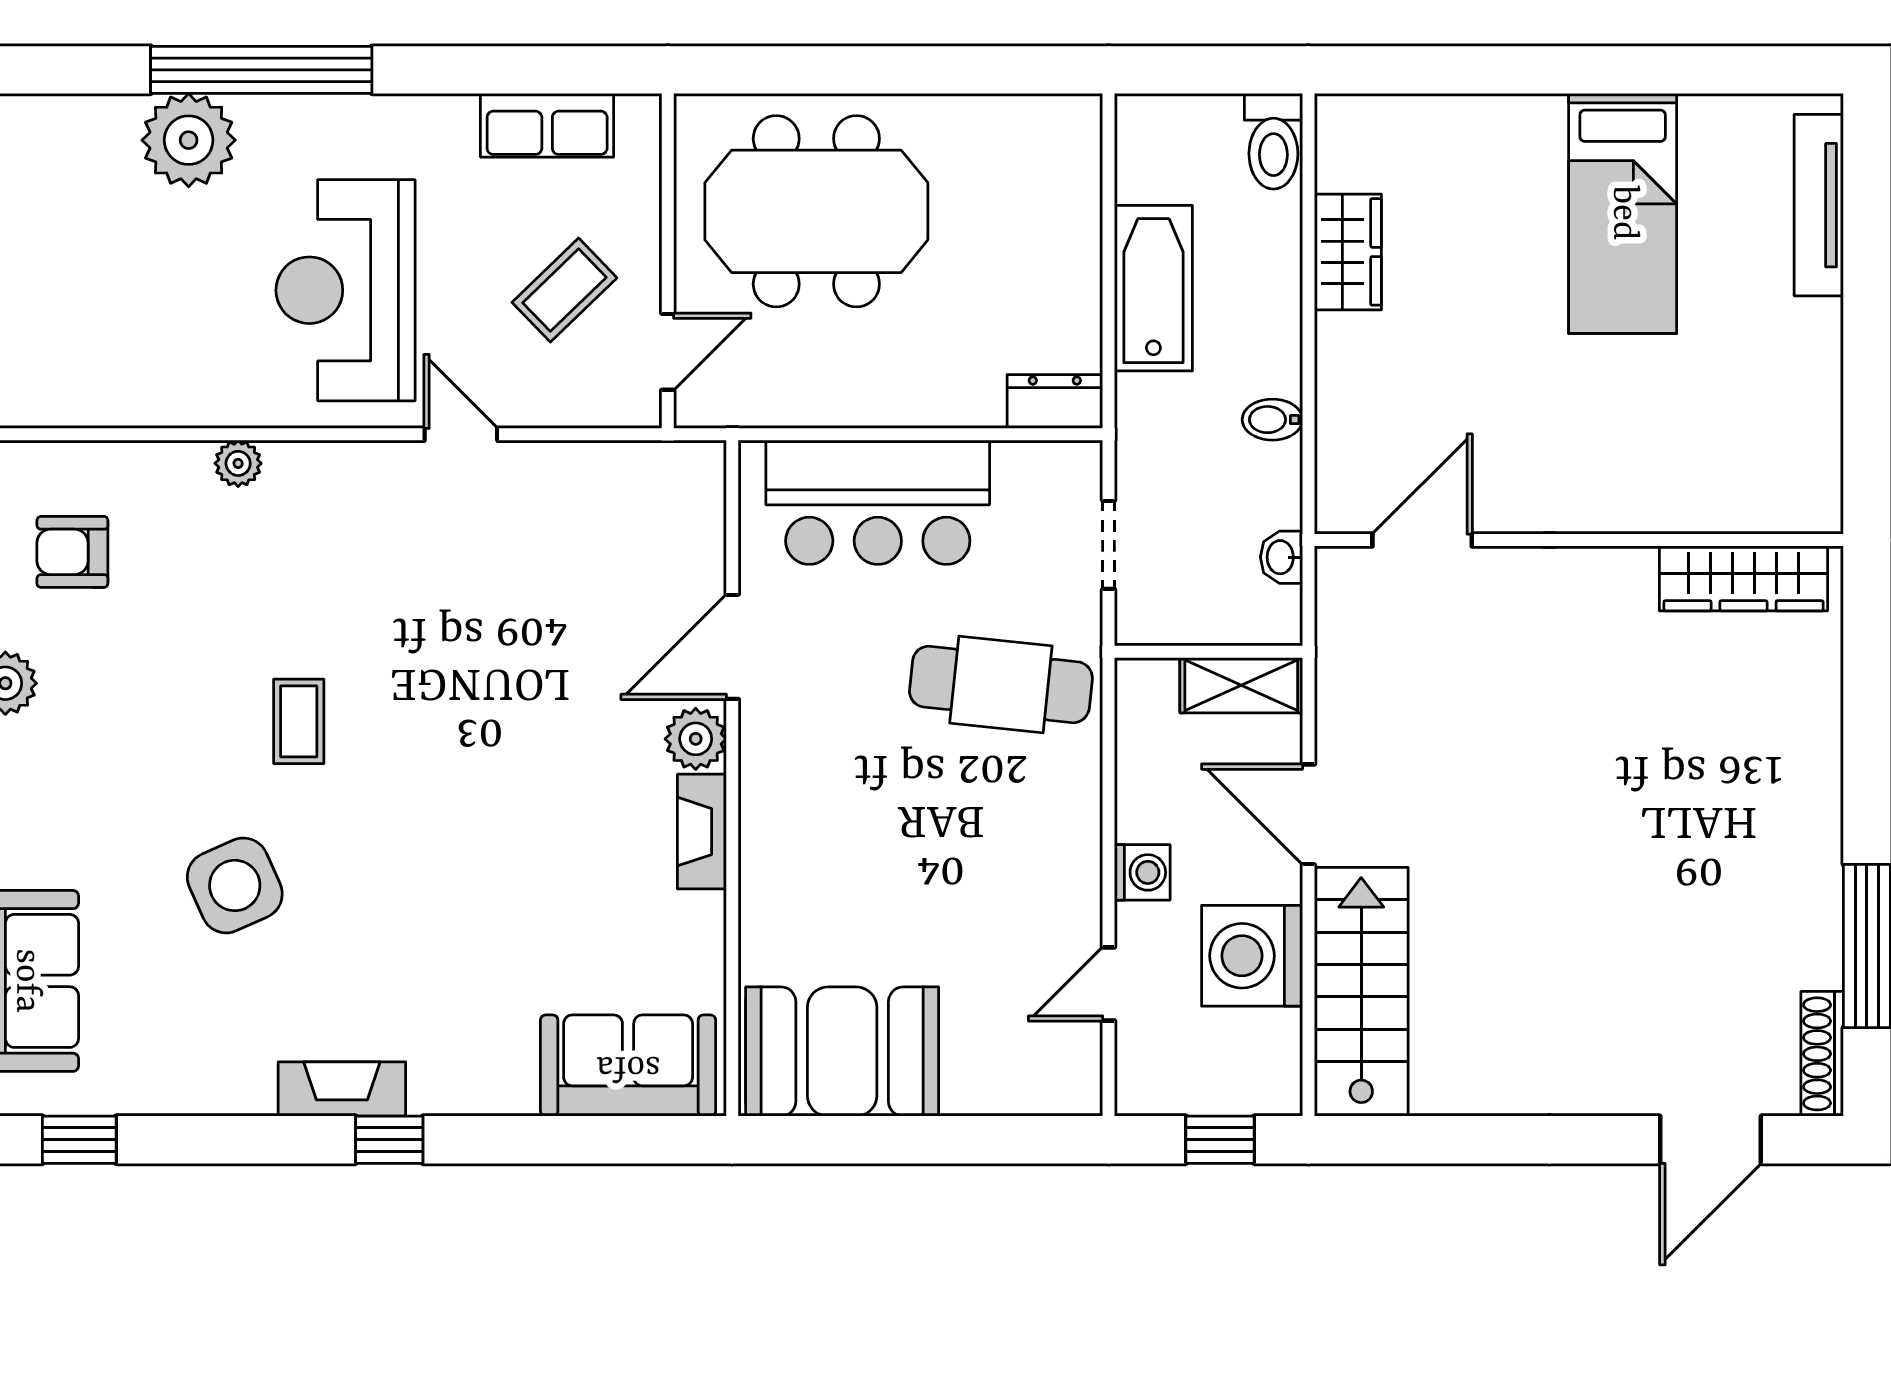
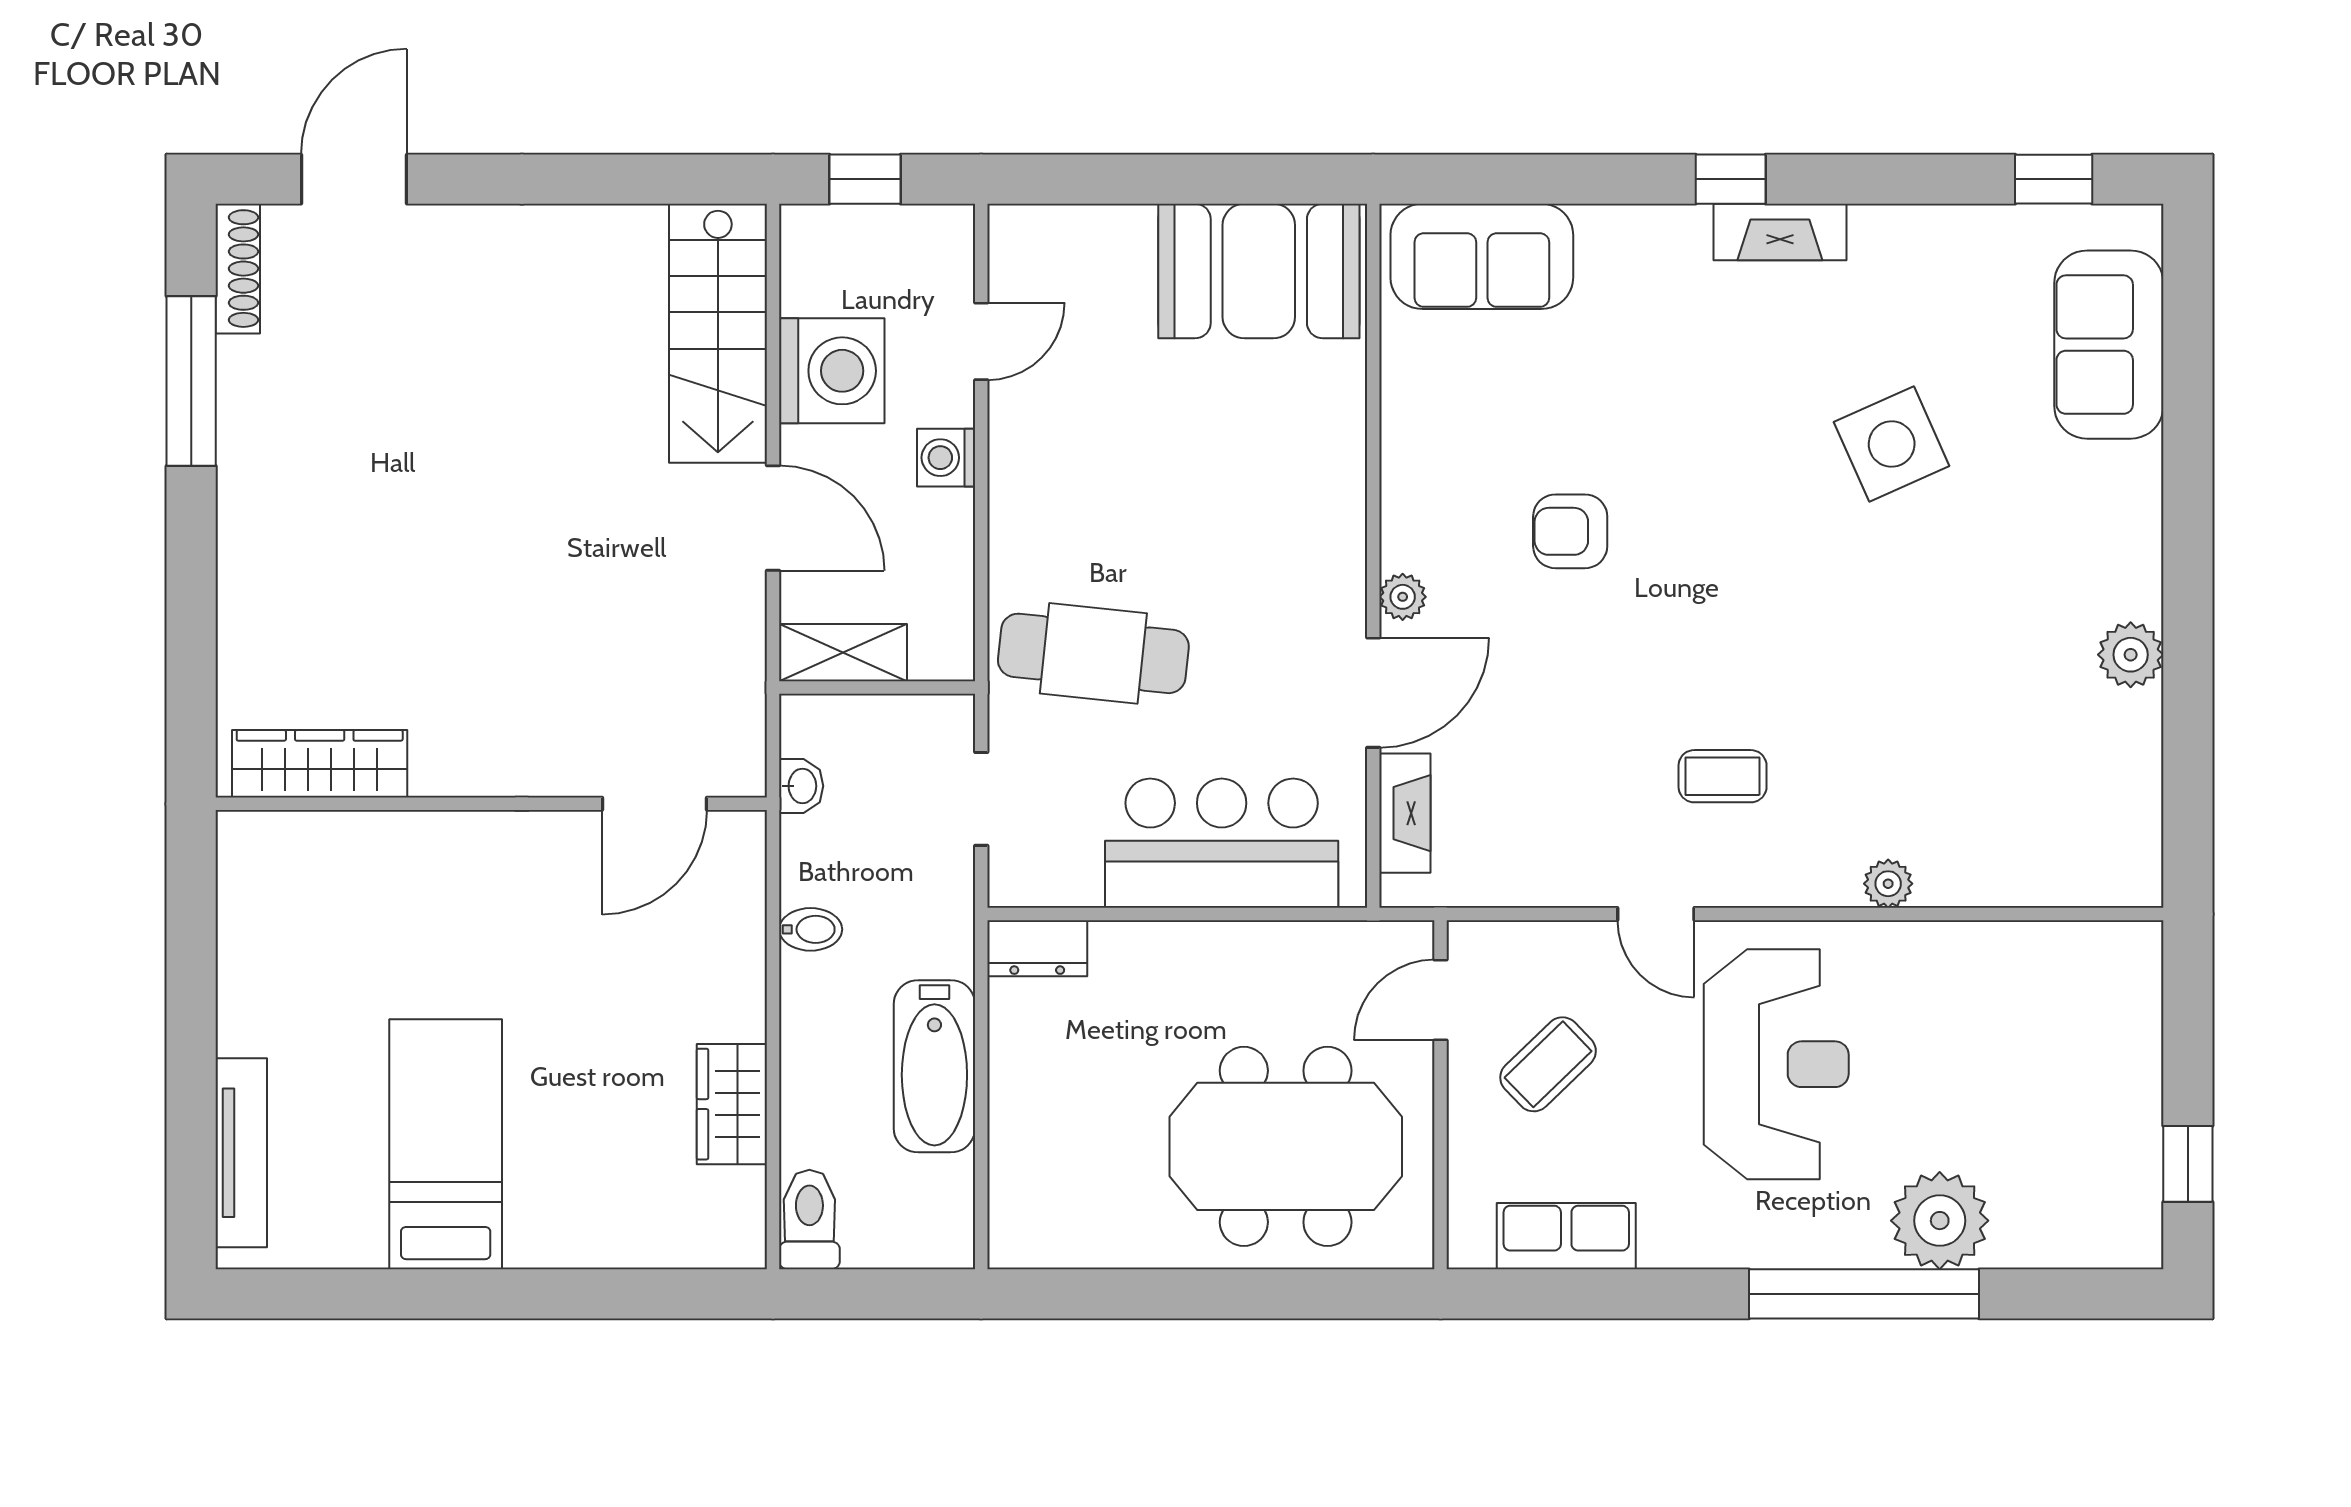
armchair: (72, 552) -> (1570, 531), moved, turned 180
coffee table: (299, 721) -> (1723, 776), moved, turned 90
plant: (696, 739) -> (1403, 597), width x0.73, depth x0.73
fireplace: (702, 832) -> (1405, 813), moved

